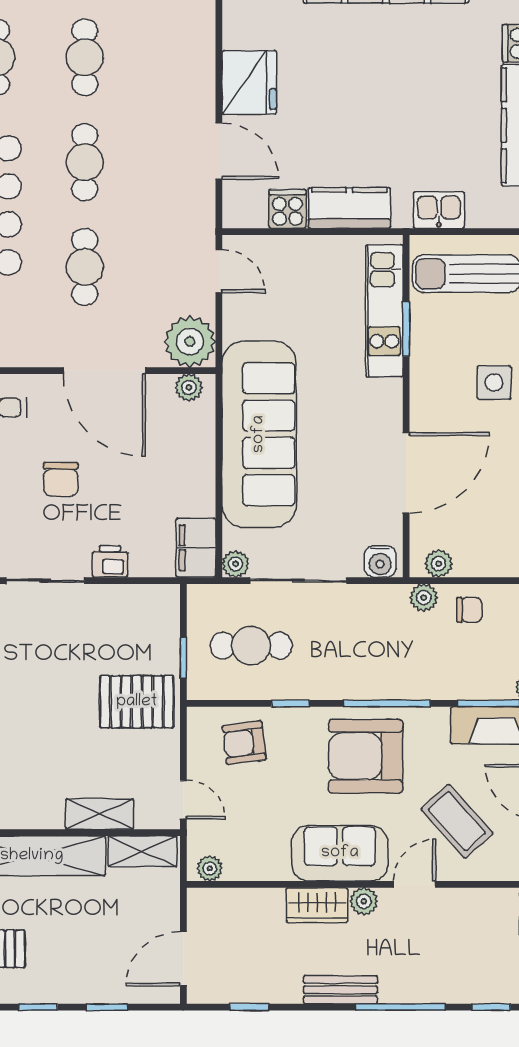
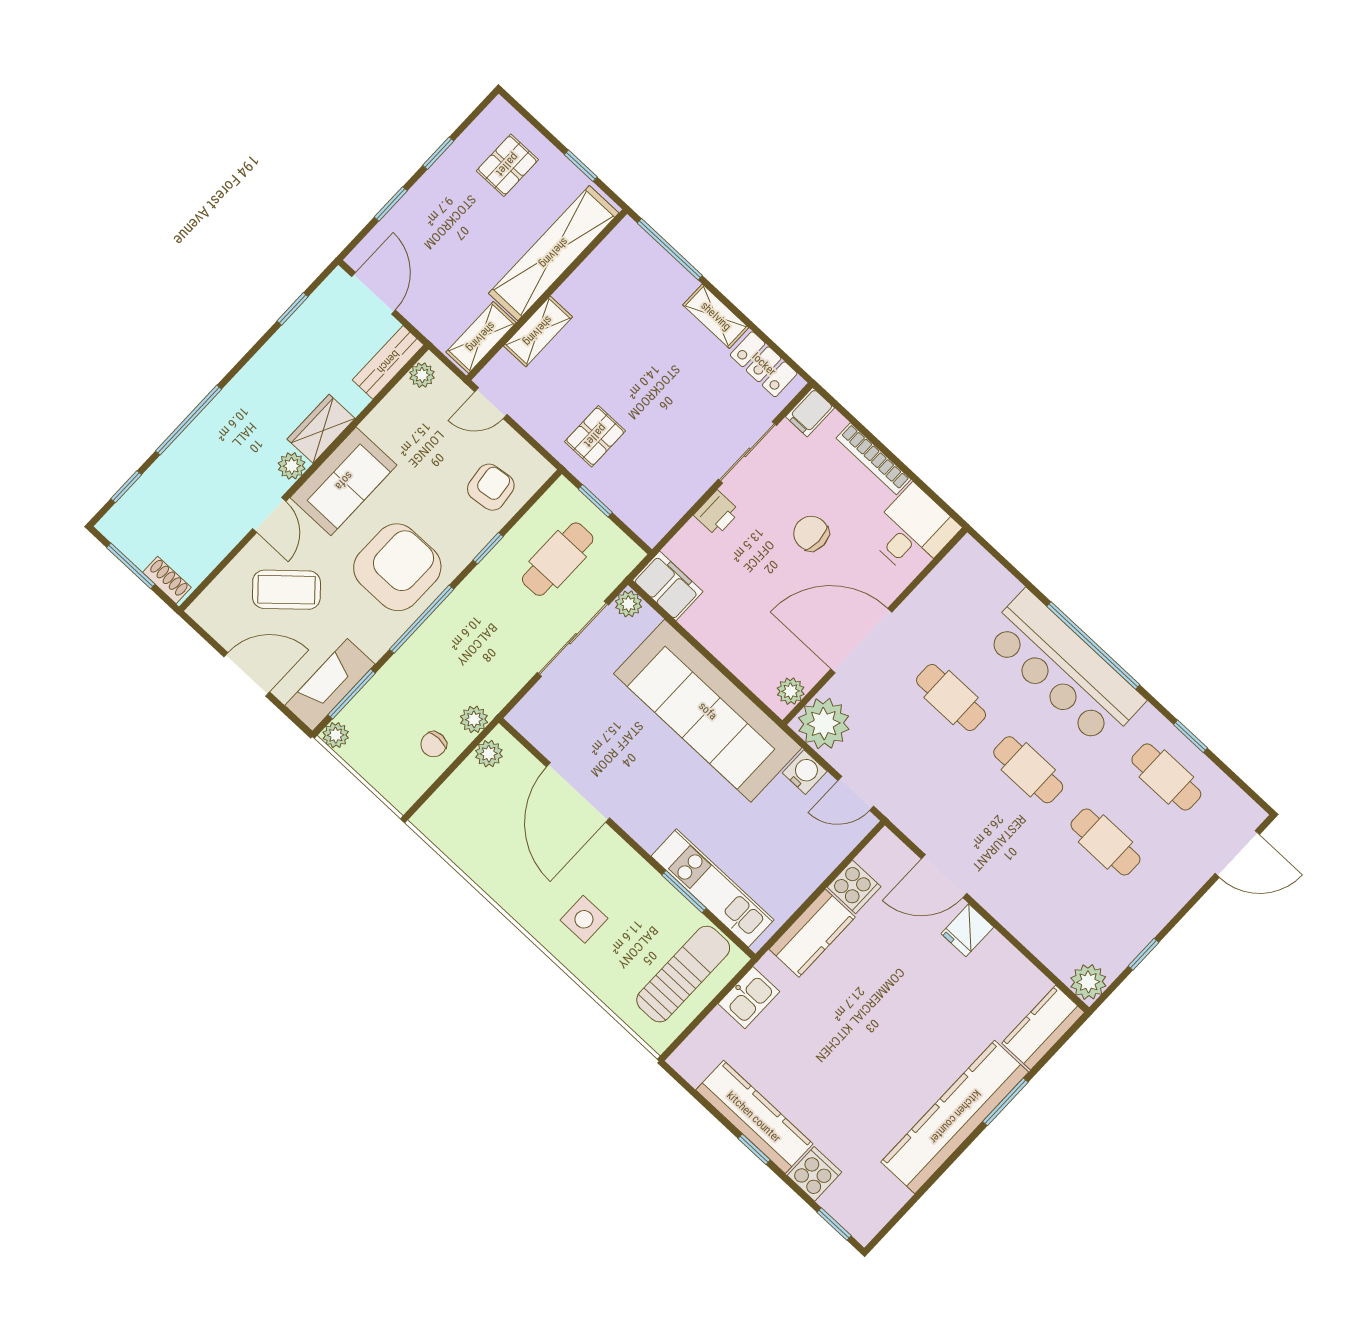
fridge: (249, 82) -> (967, 930), width x0.53, depth x0.75
water cooler: (380, 562) -> (805, 772), moved, turned 90
pallet: (137, 702) -> (595, 436), width x0.67, depth x0.71
bench: (340, 990) -> (388, 362), moved

